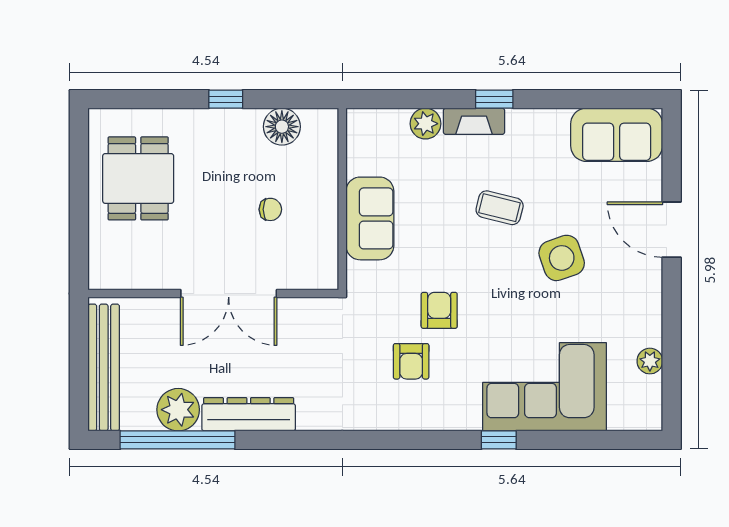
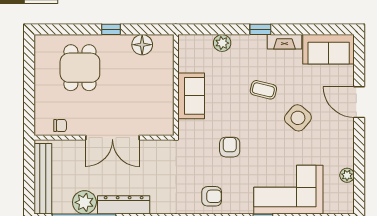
fireplace: (474, 121) -> (284, 42), moved
dining table: (138, 178) -> (80, 68), moved
chair: (270, 209) -> (60, 126), moved
side table: (562, 258) -> (298, 118), turned -31
armchair: (411, 361) -> (212, 196), moved, turned -90

